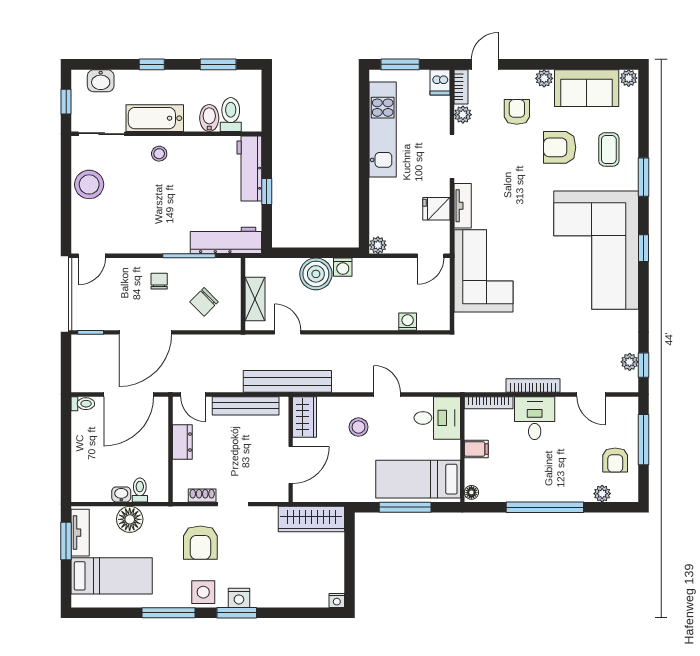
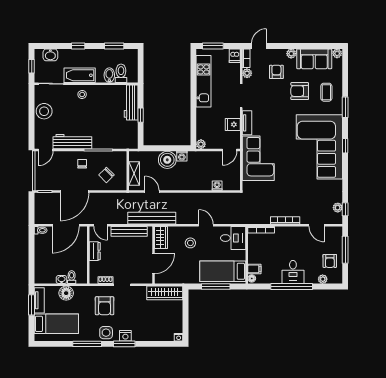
workbench: (226, 240) -> (72, 142), moved
desk: (535, 418) -> (293, 272), moved, turned 180
filing cabinet: (476, 449) -> (254, 269), moved

